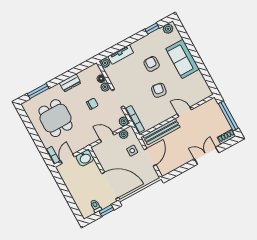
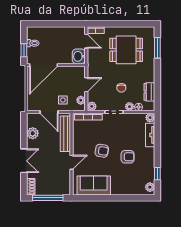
sofa: (183, 59) -> (94, 185), moved
dresser: (70, 83) -> (149, 92), moved
plant: (177, 162) -> (33, 133), added

